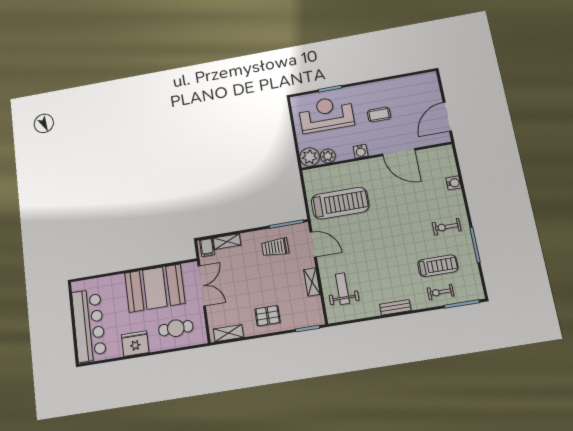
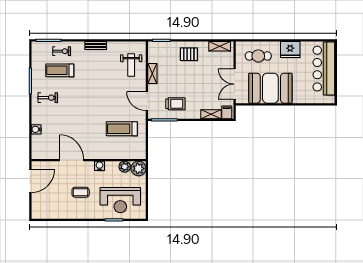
treadmill: (340, 203) -> (122, 129), width x0.73, depth x0.73

